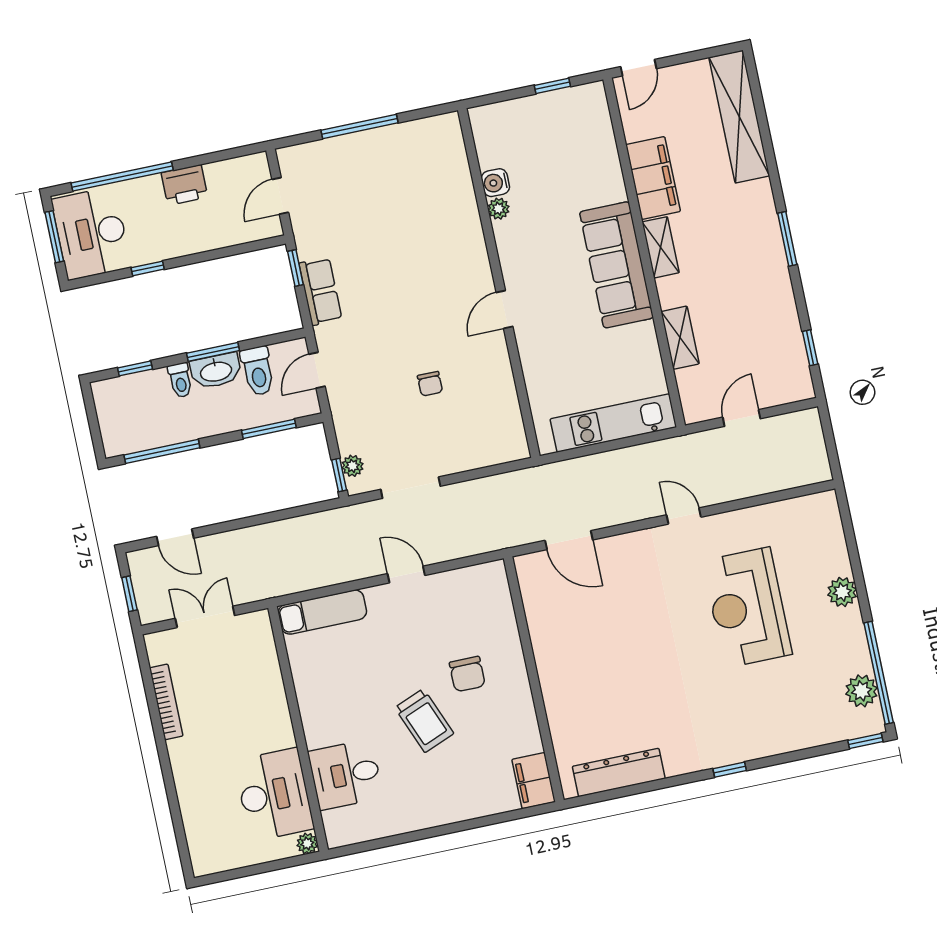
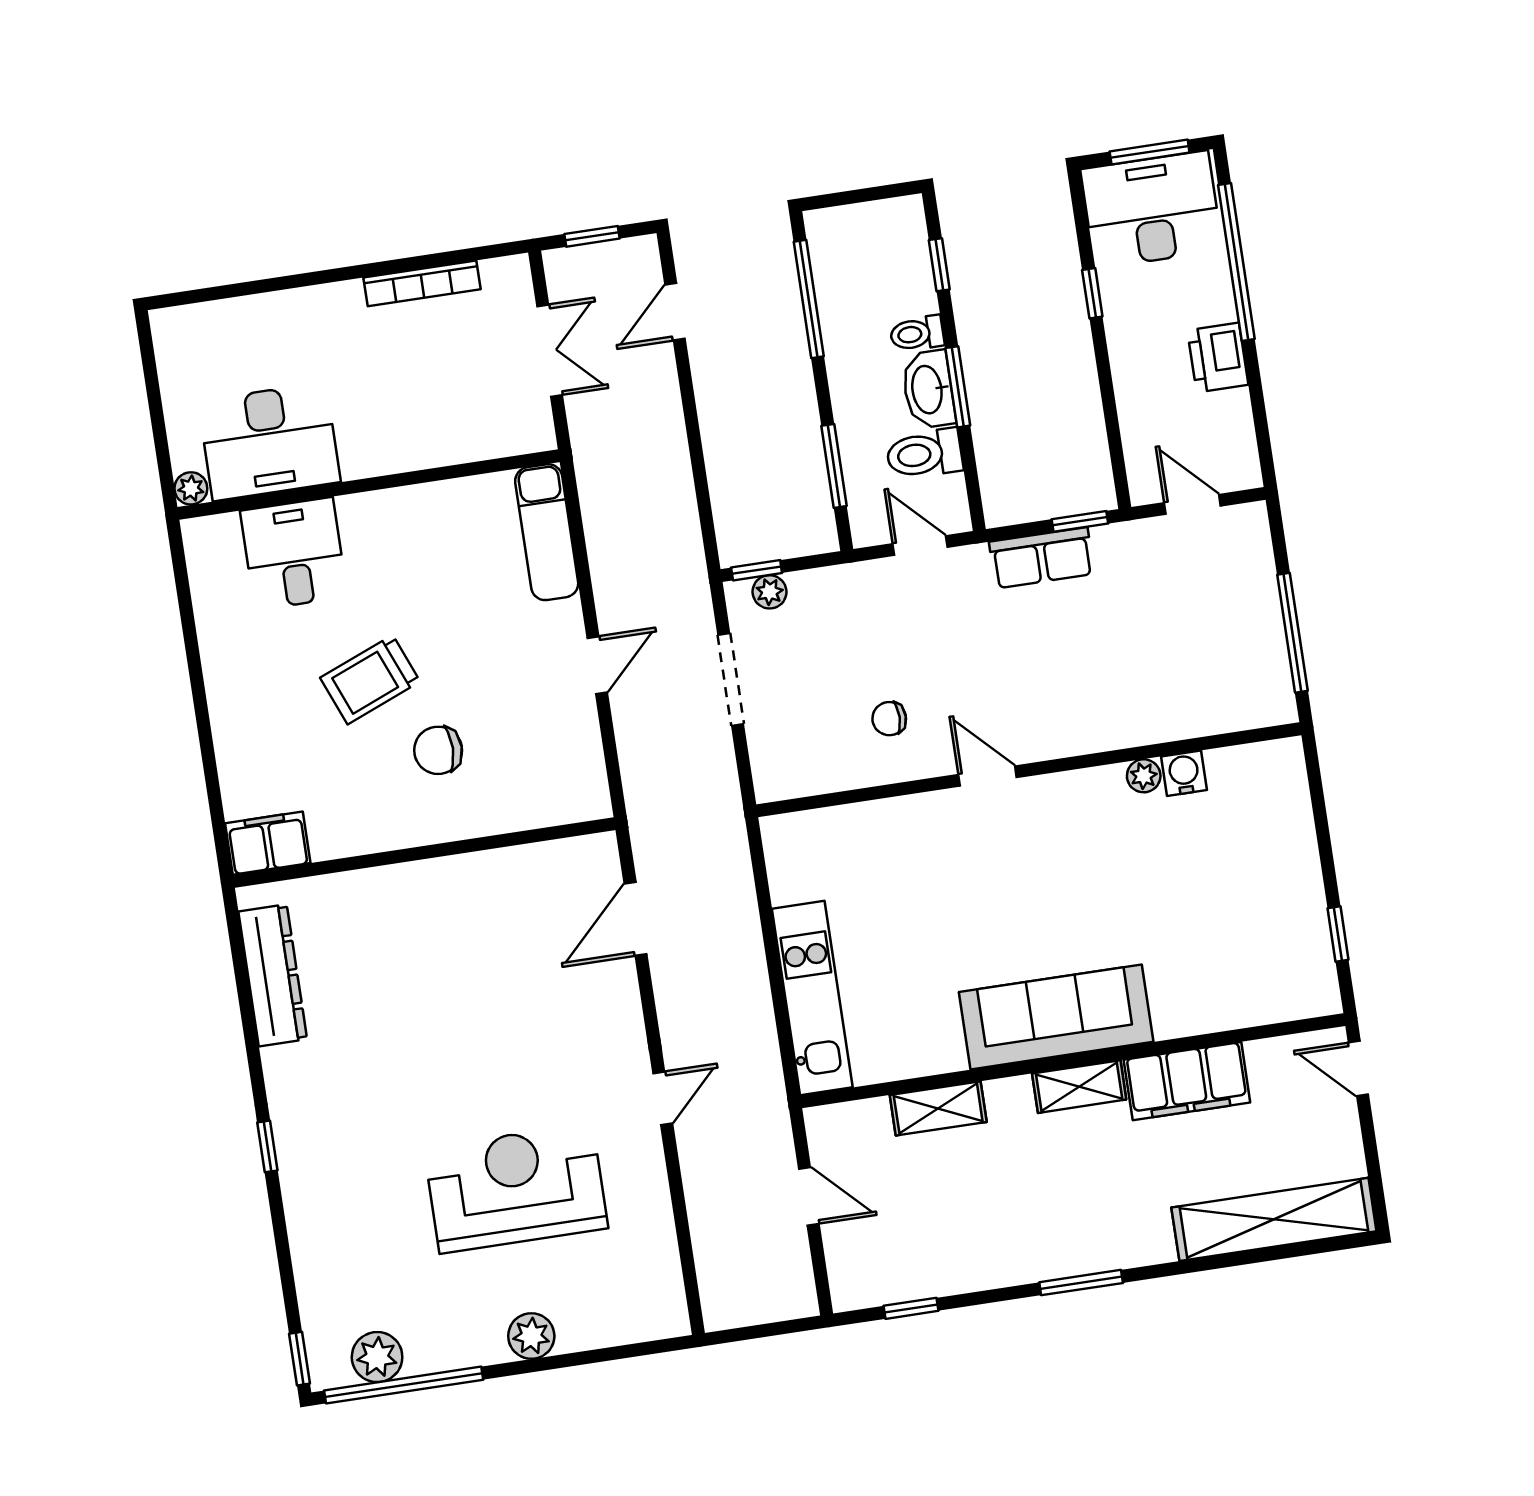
water cooler: (495, 183) -> (1184, 773), moved
plant: (499, 209) -> (1144, 776), moved
wall: (499, 283) -> (1029, 770), moved
door: (504, 310) -> (988, 776), moved

